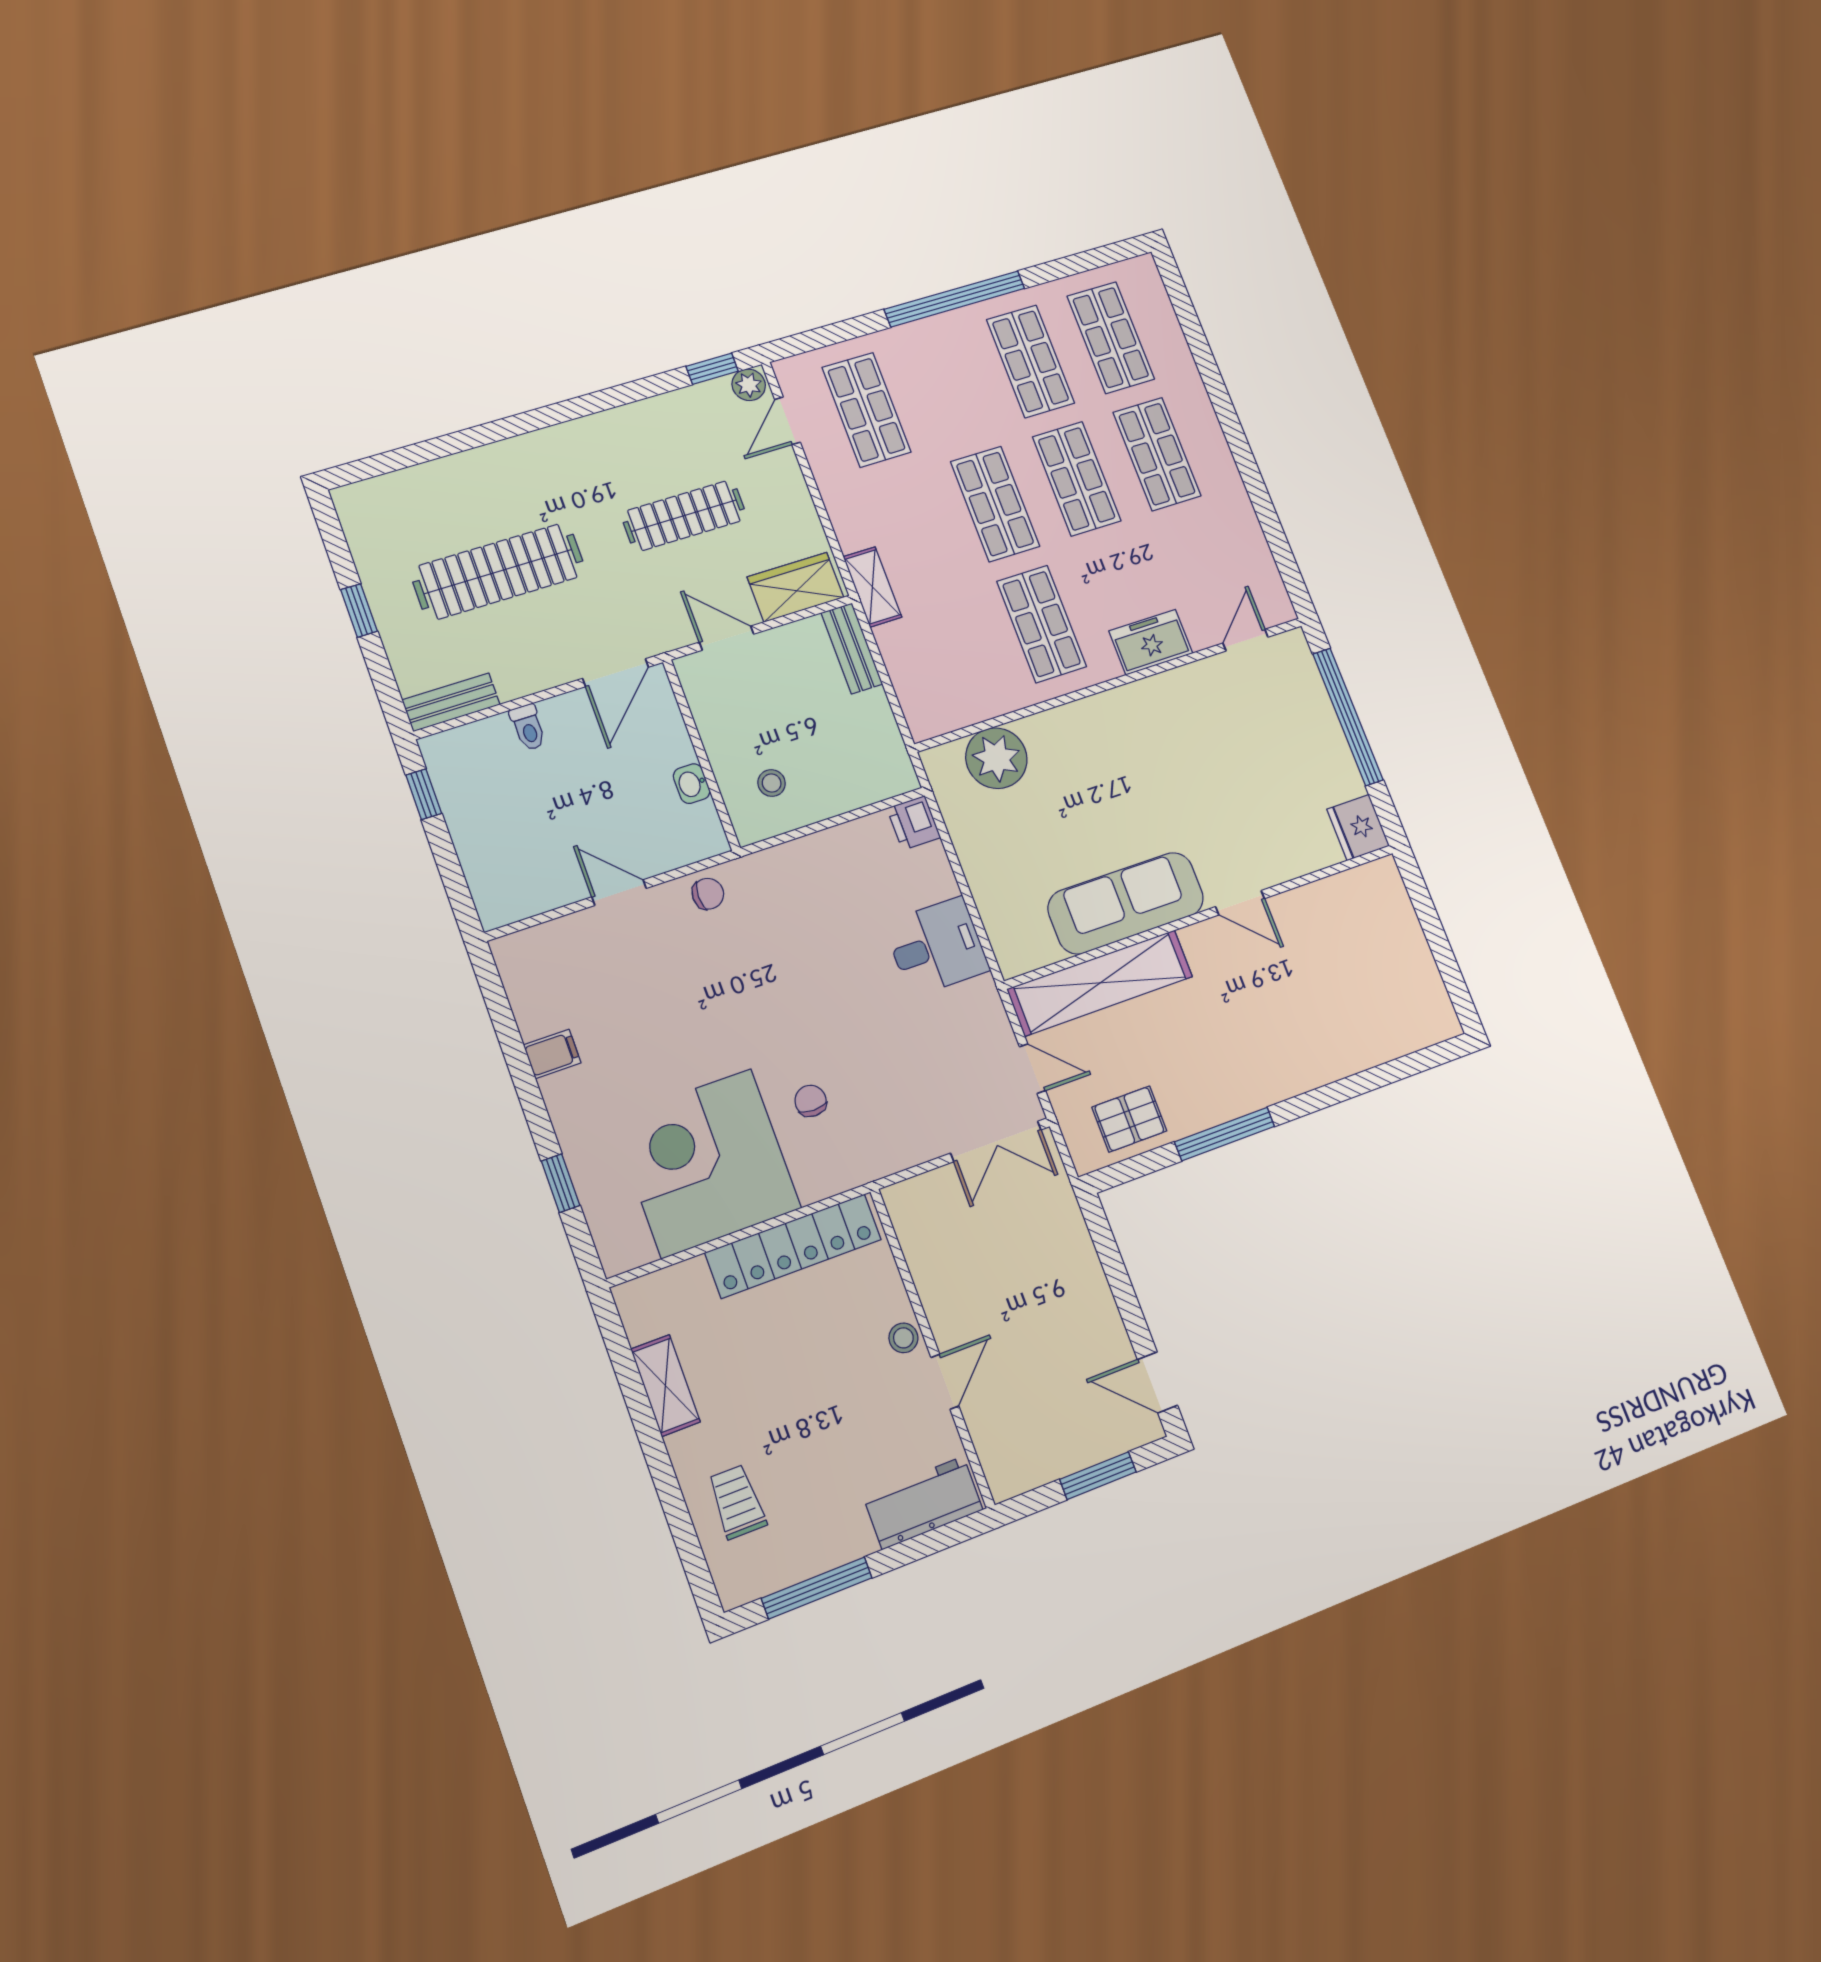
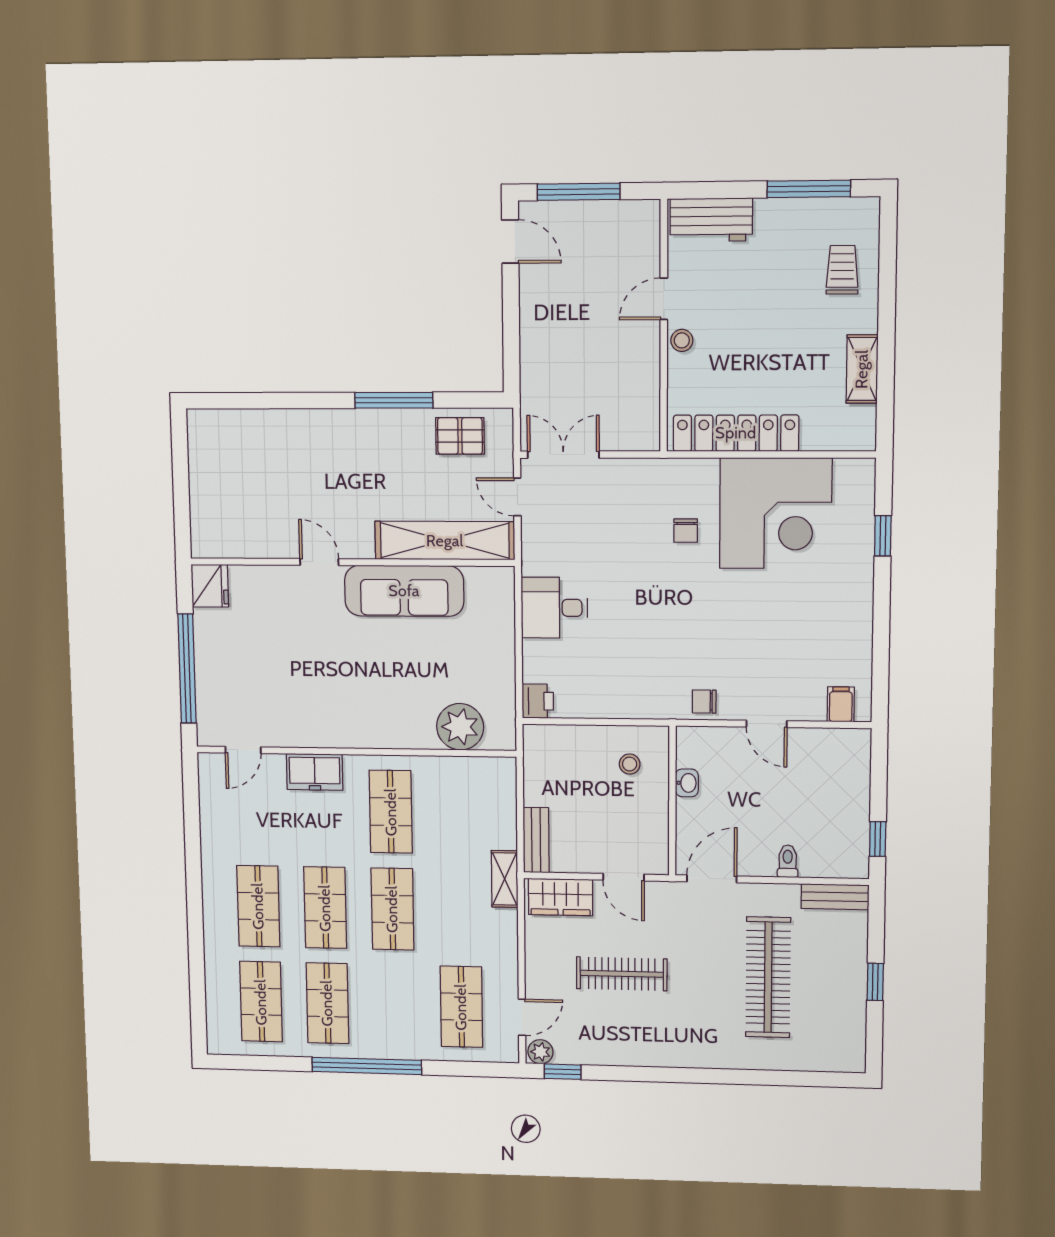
clothes rail: (498, 572) -> (768, 977), turned 90
filing cabinet: (552, 1054) -> (841, 704), moved, turned 90
window: (1098, 1476) -> (579, 192), width x1.44
trolley: (737, 1502) -> (842, 270), turned 180

